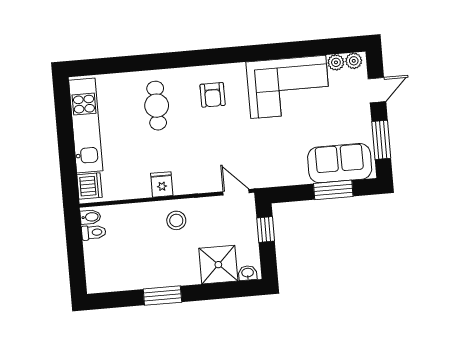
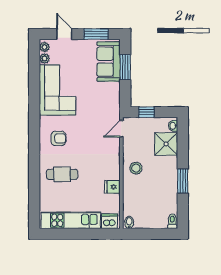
fridge: (162, 184) -> (112, 187), moved
toilet: (94, 232) -> (172, 221), moved

